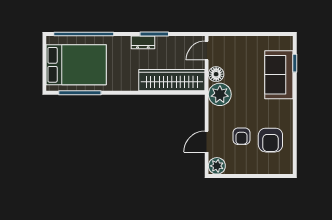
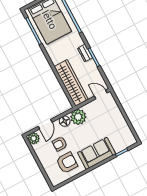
floor lamp: (216, 74) -> (65, 121), moved
sofa: (279, 75) -> (97, 153), moved
armchair: (270, 140) -> (67, 163), turned 180
door: (207, 142) -> (45, 124), swing flipped

